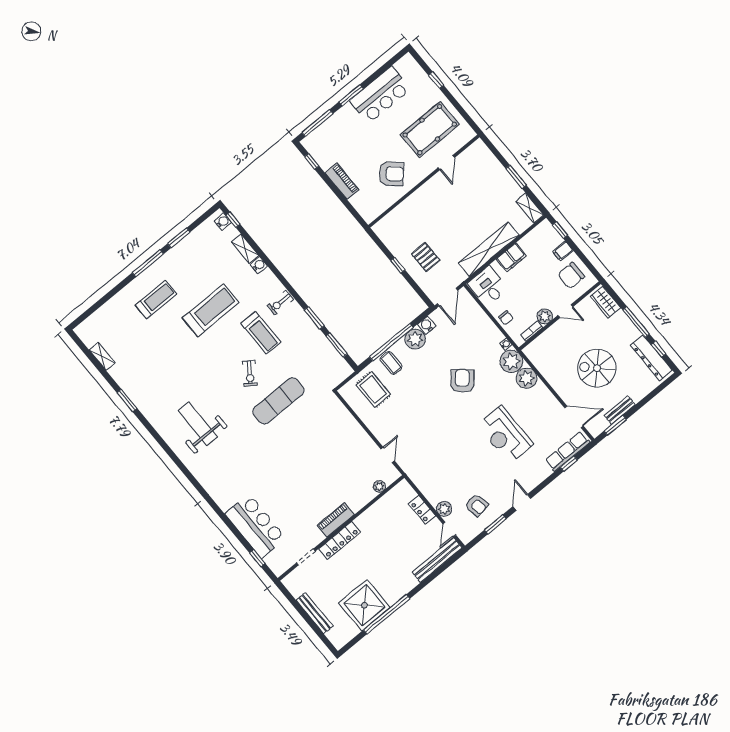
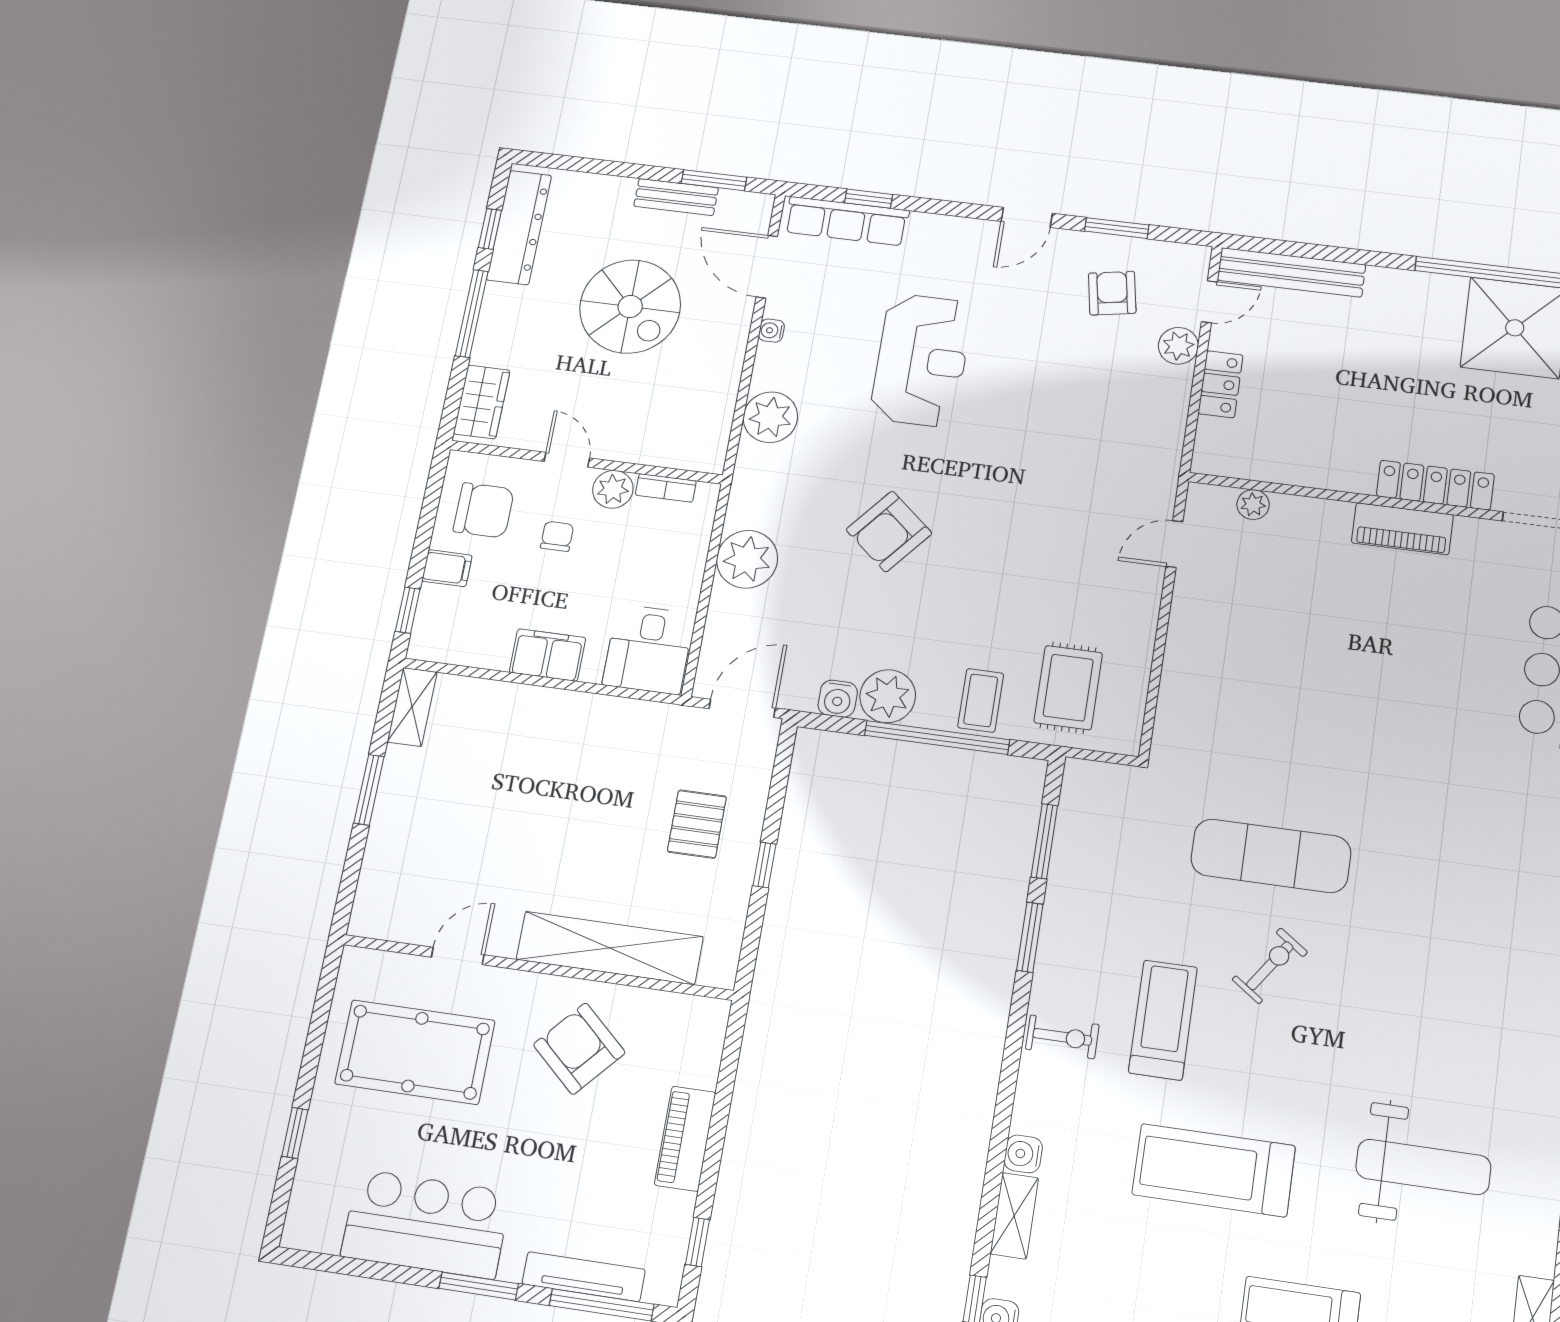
tv unit: (329, 124) -> (584, 1277), added
shelving: (489, 249) -> (610, 948), moved
chair: (506, 318) -> (557, 536), moved
water cooler: (506, 344) -> (771, 331), moved
plant: (511, 361) -> (747, 559), moved
weight bench: (198, 424) -> (1423, 1167), moved, turned -90

